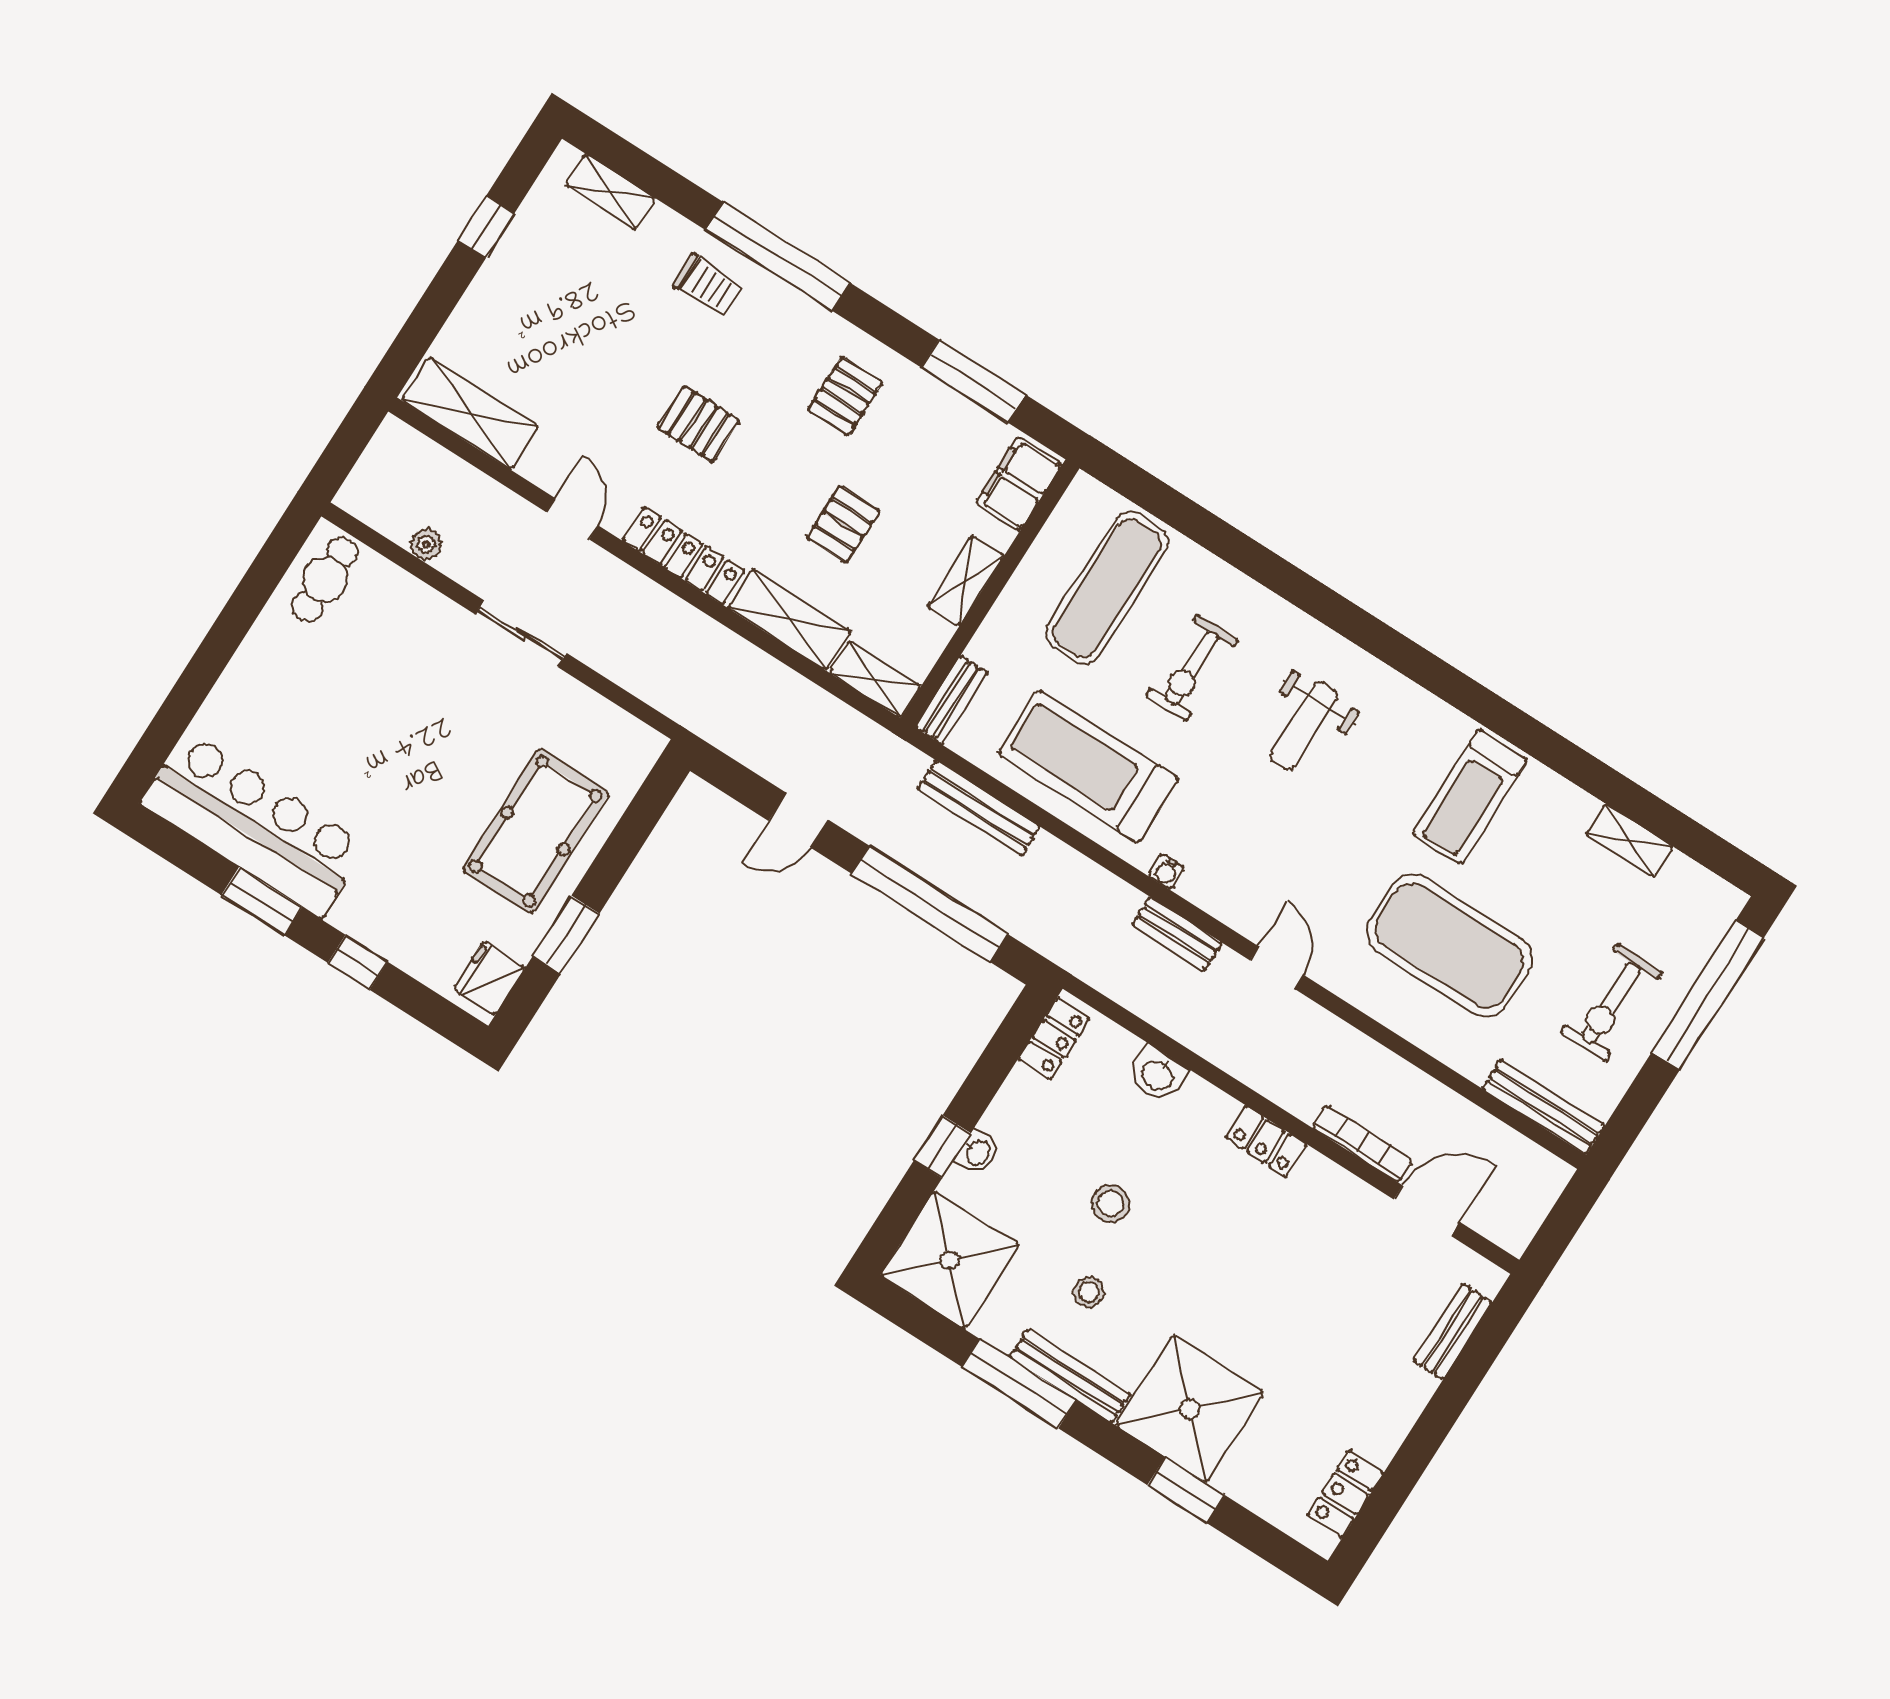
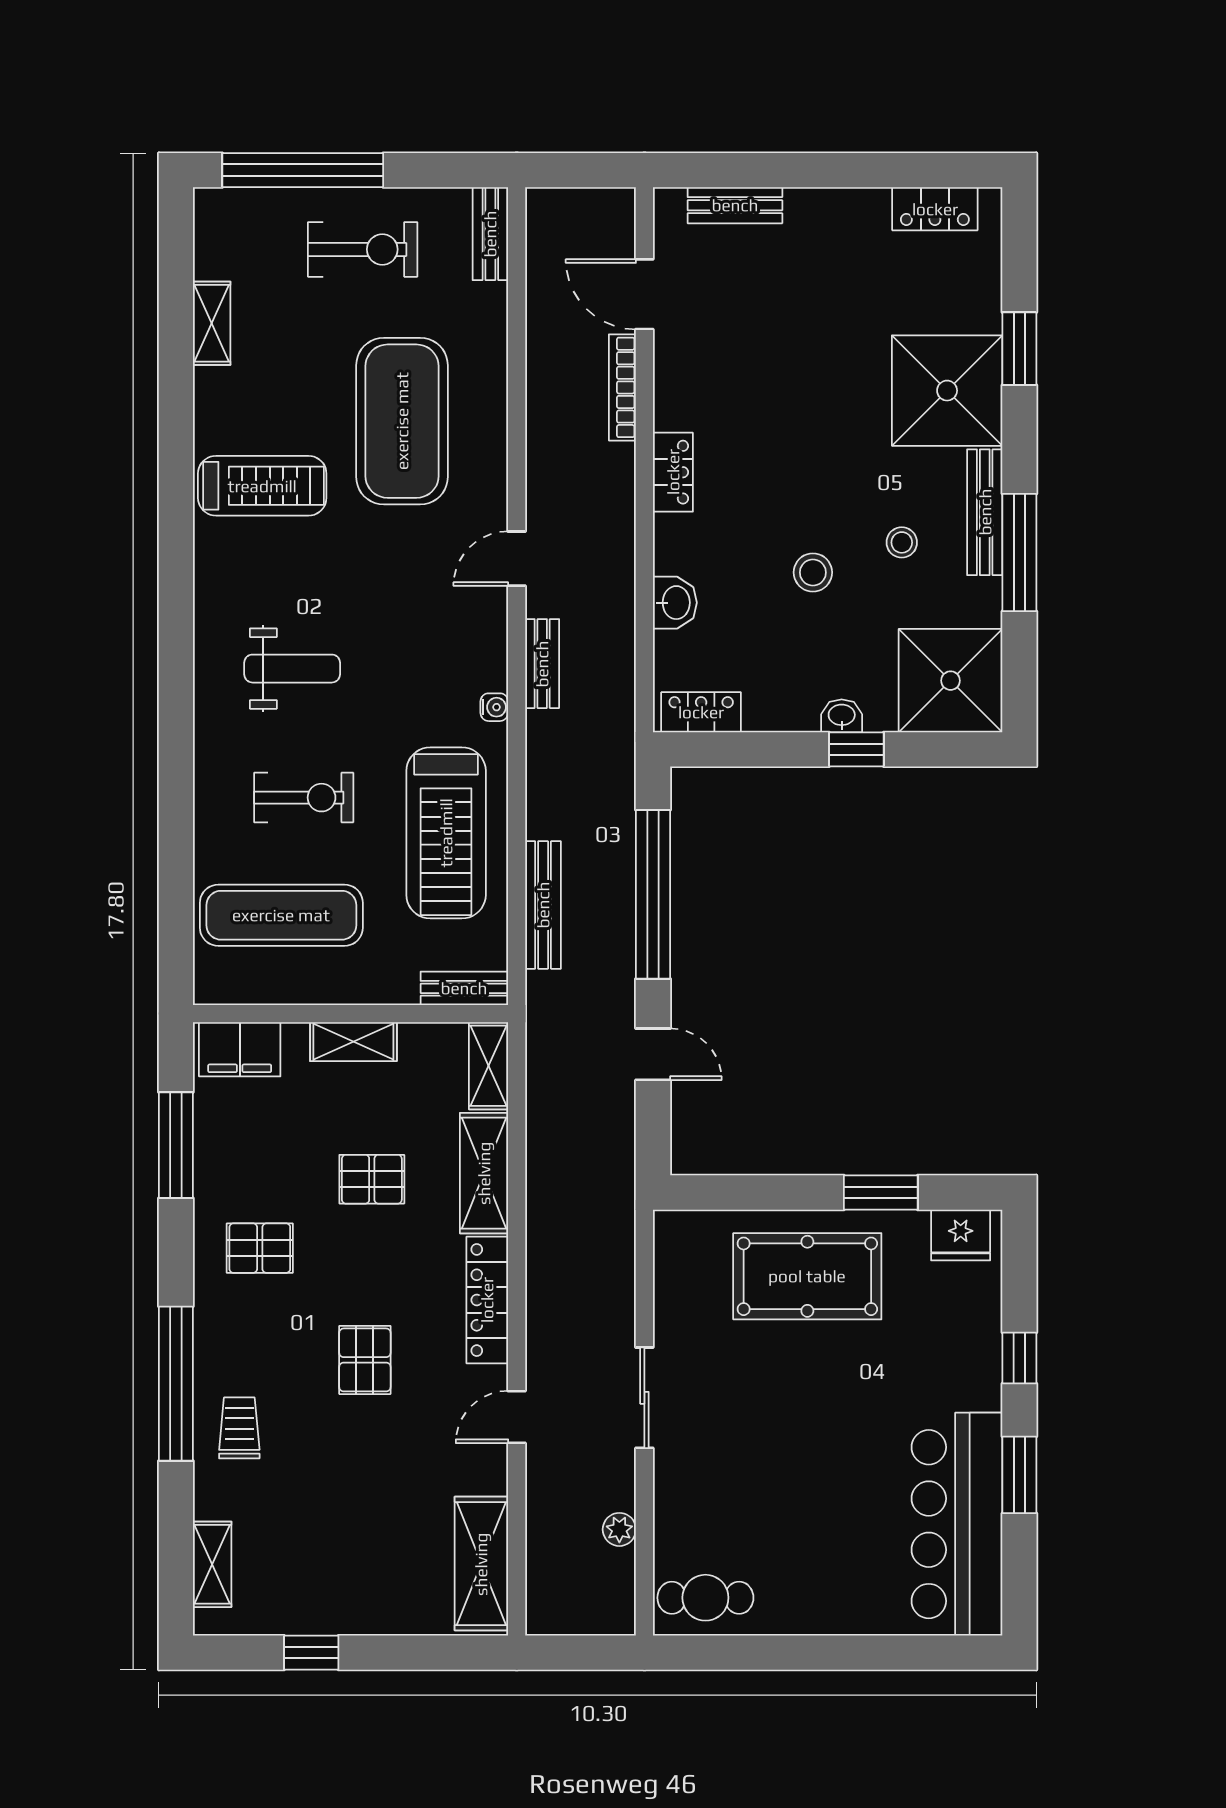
bench: (1543, 1107) -> (490, 234), width x0.73

